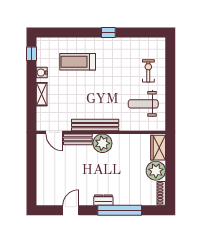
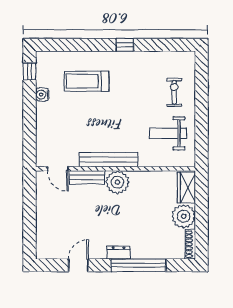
shelving: (42, 94) -> (42, 121), removed

